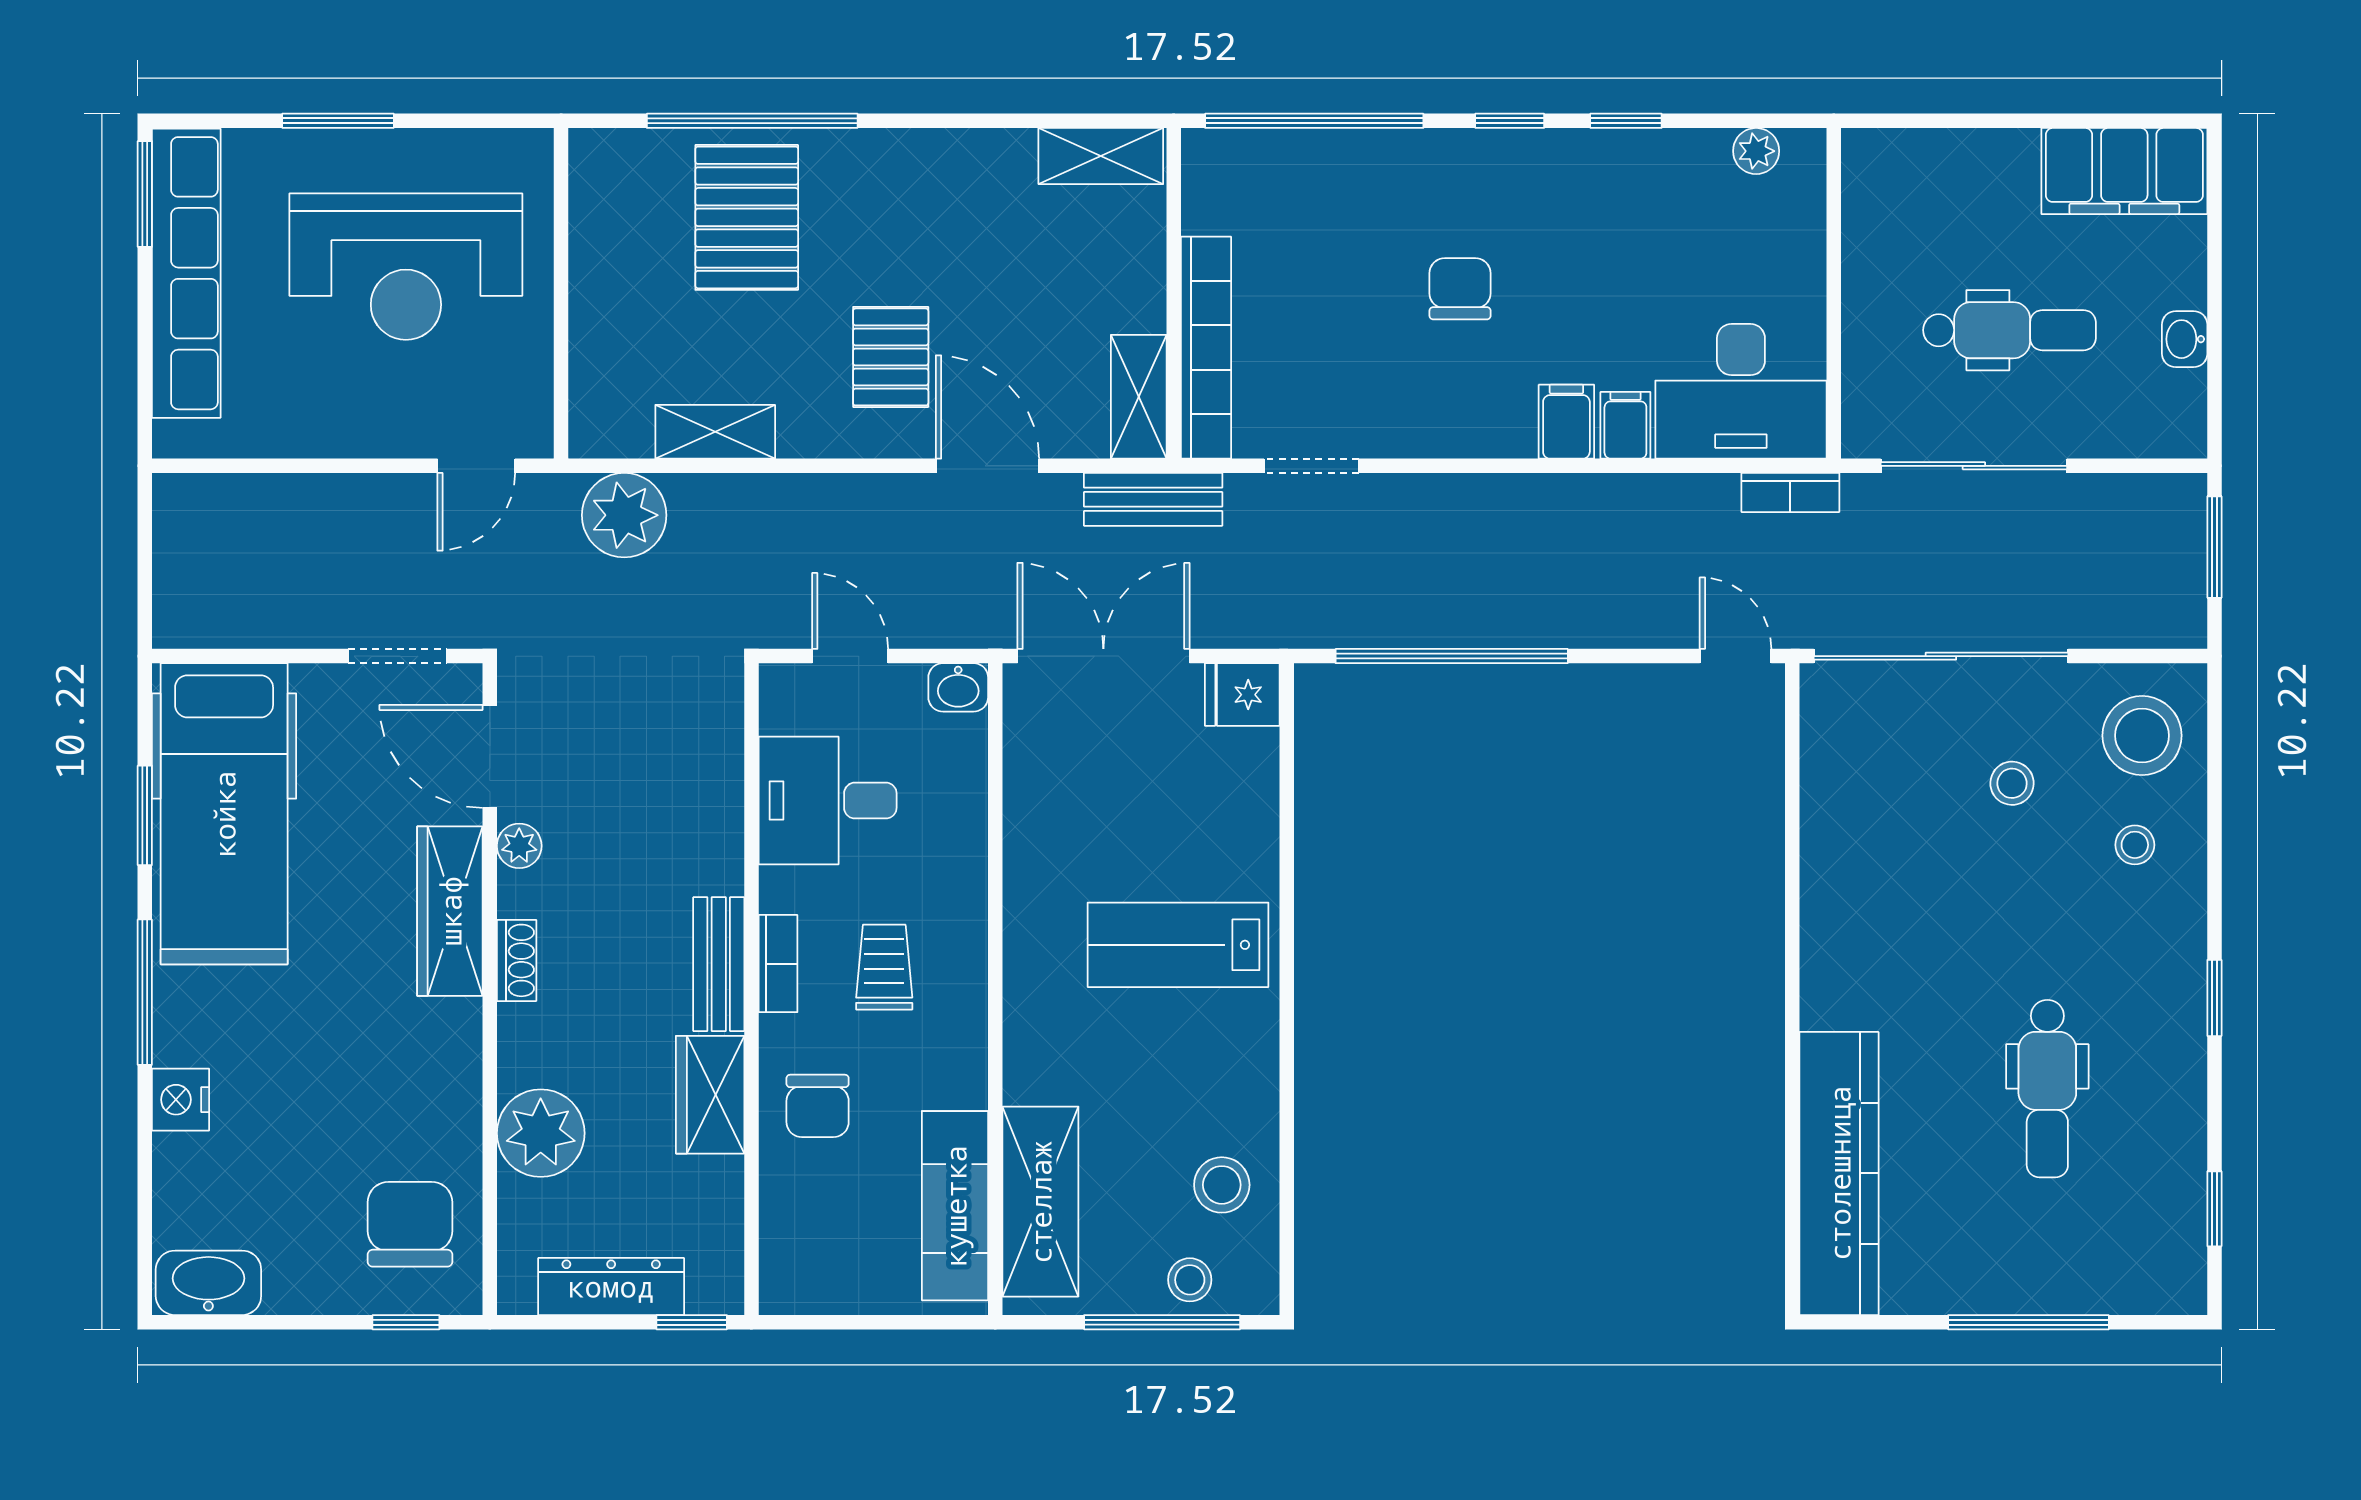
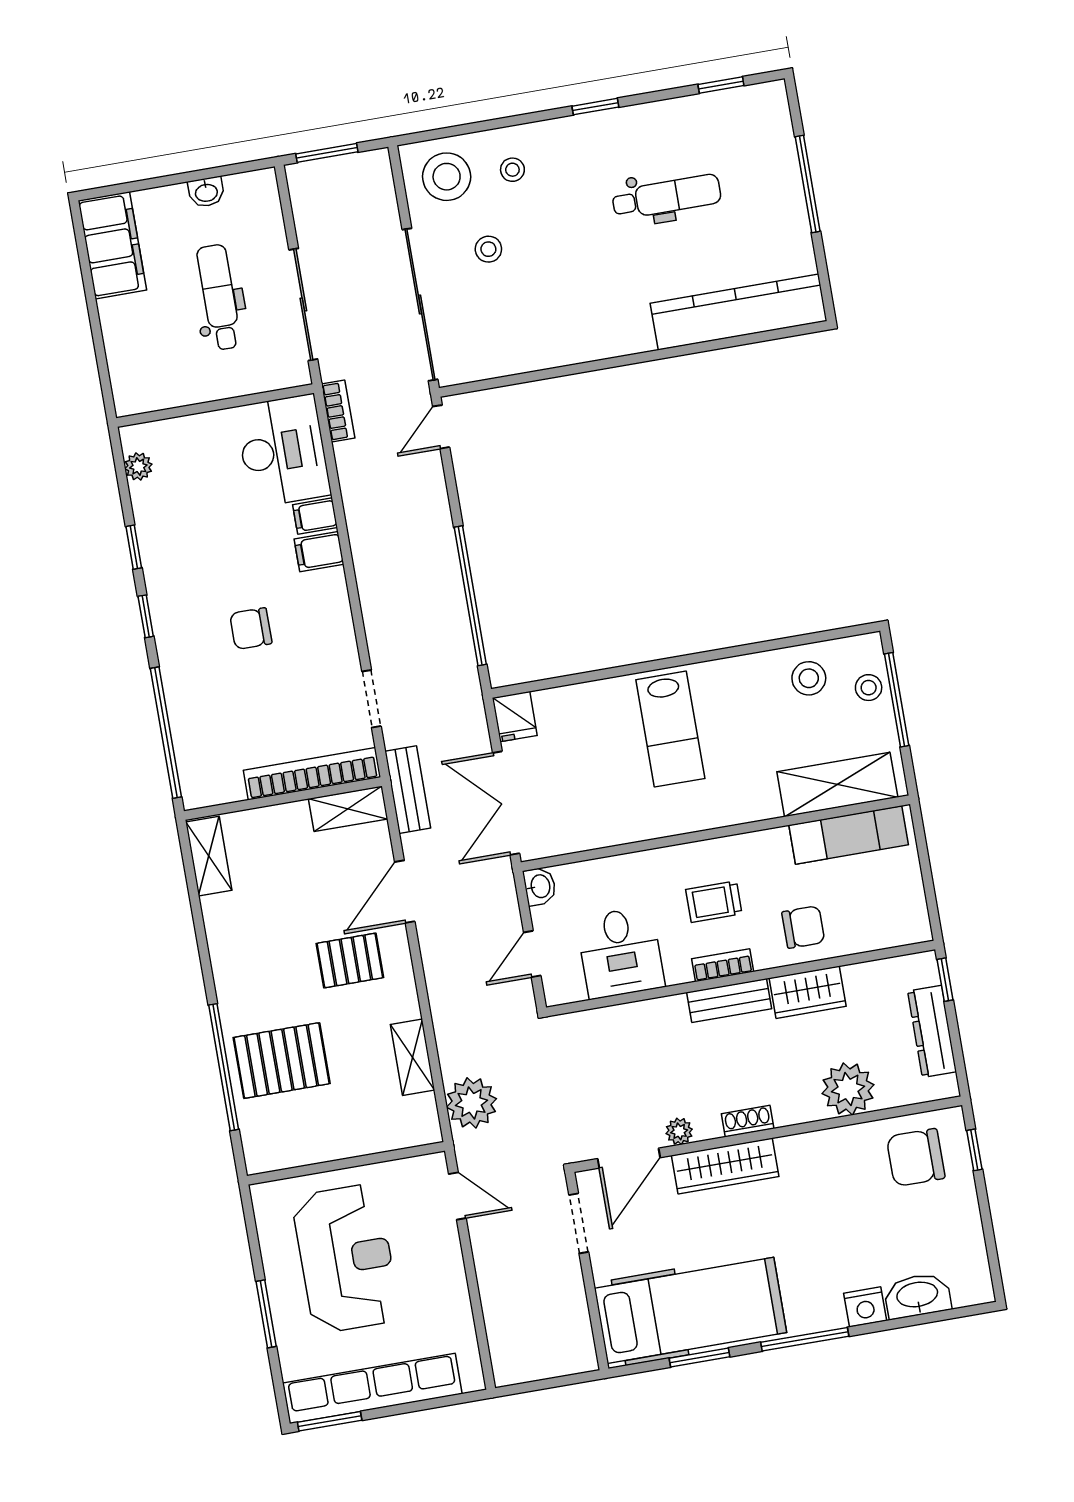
washbasin: (208, 1283) -> (917, 1296), moved, turned 90

